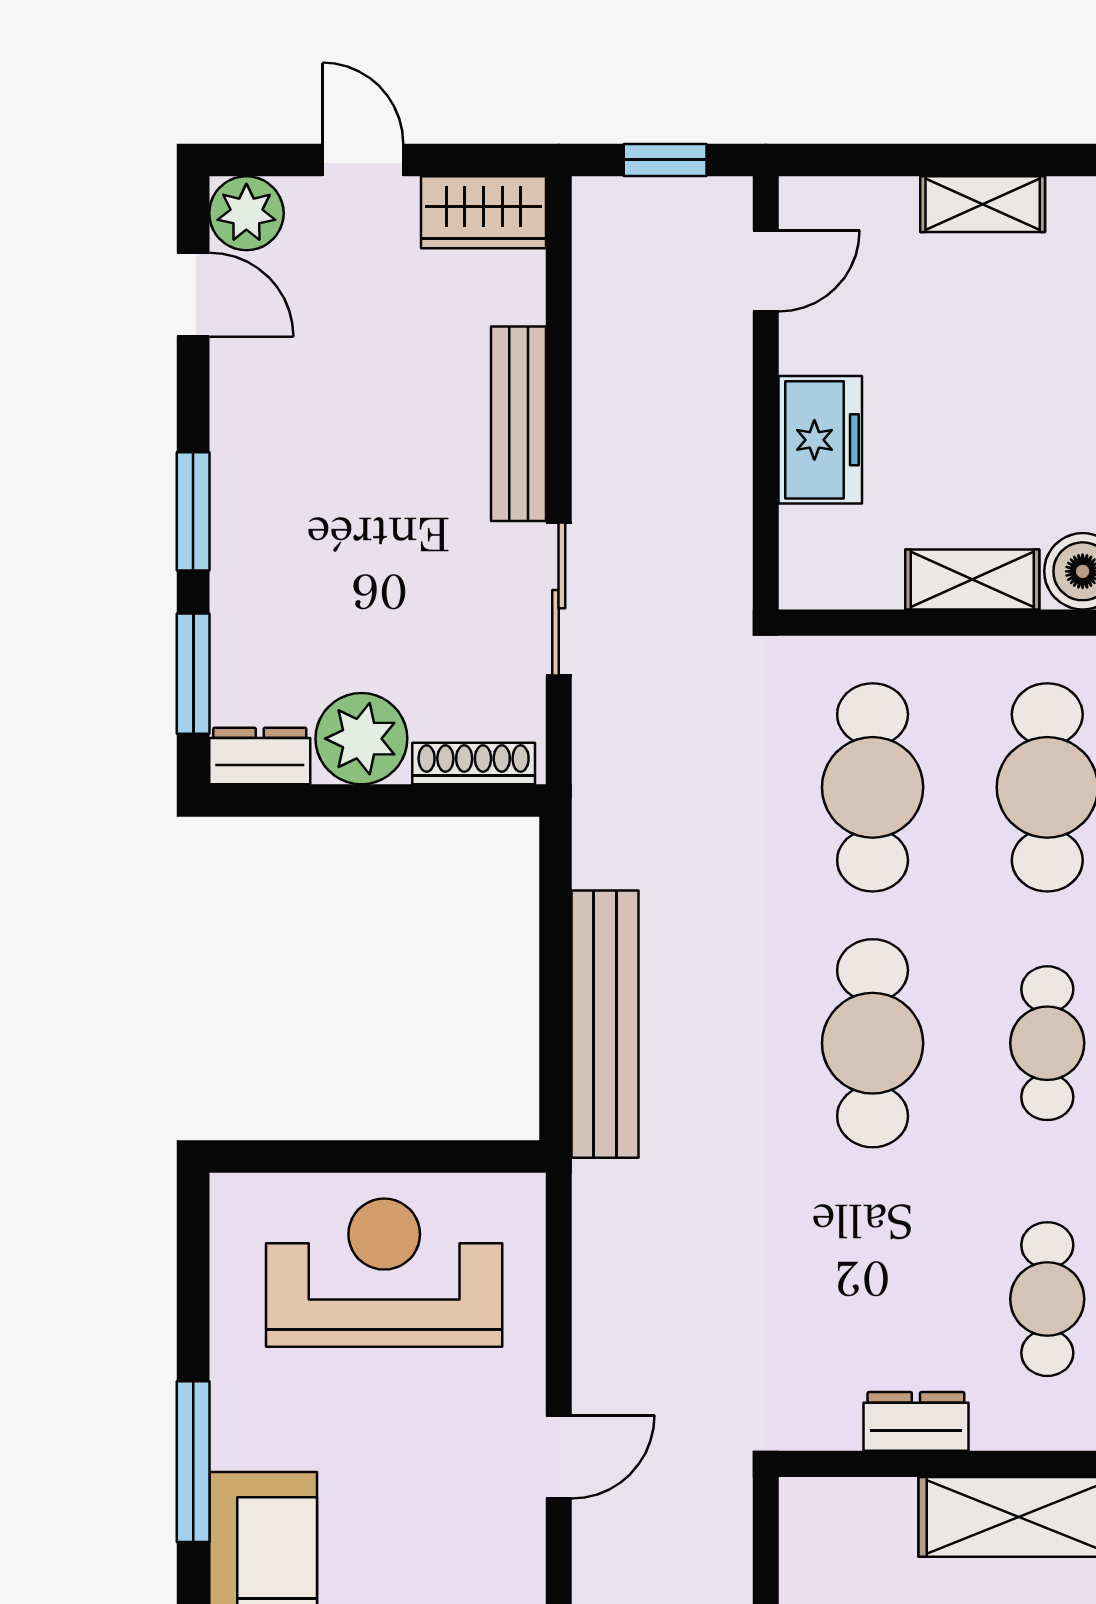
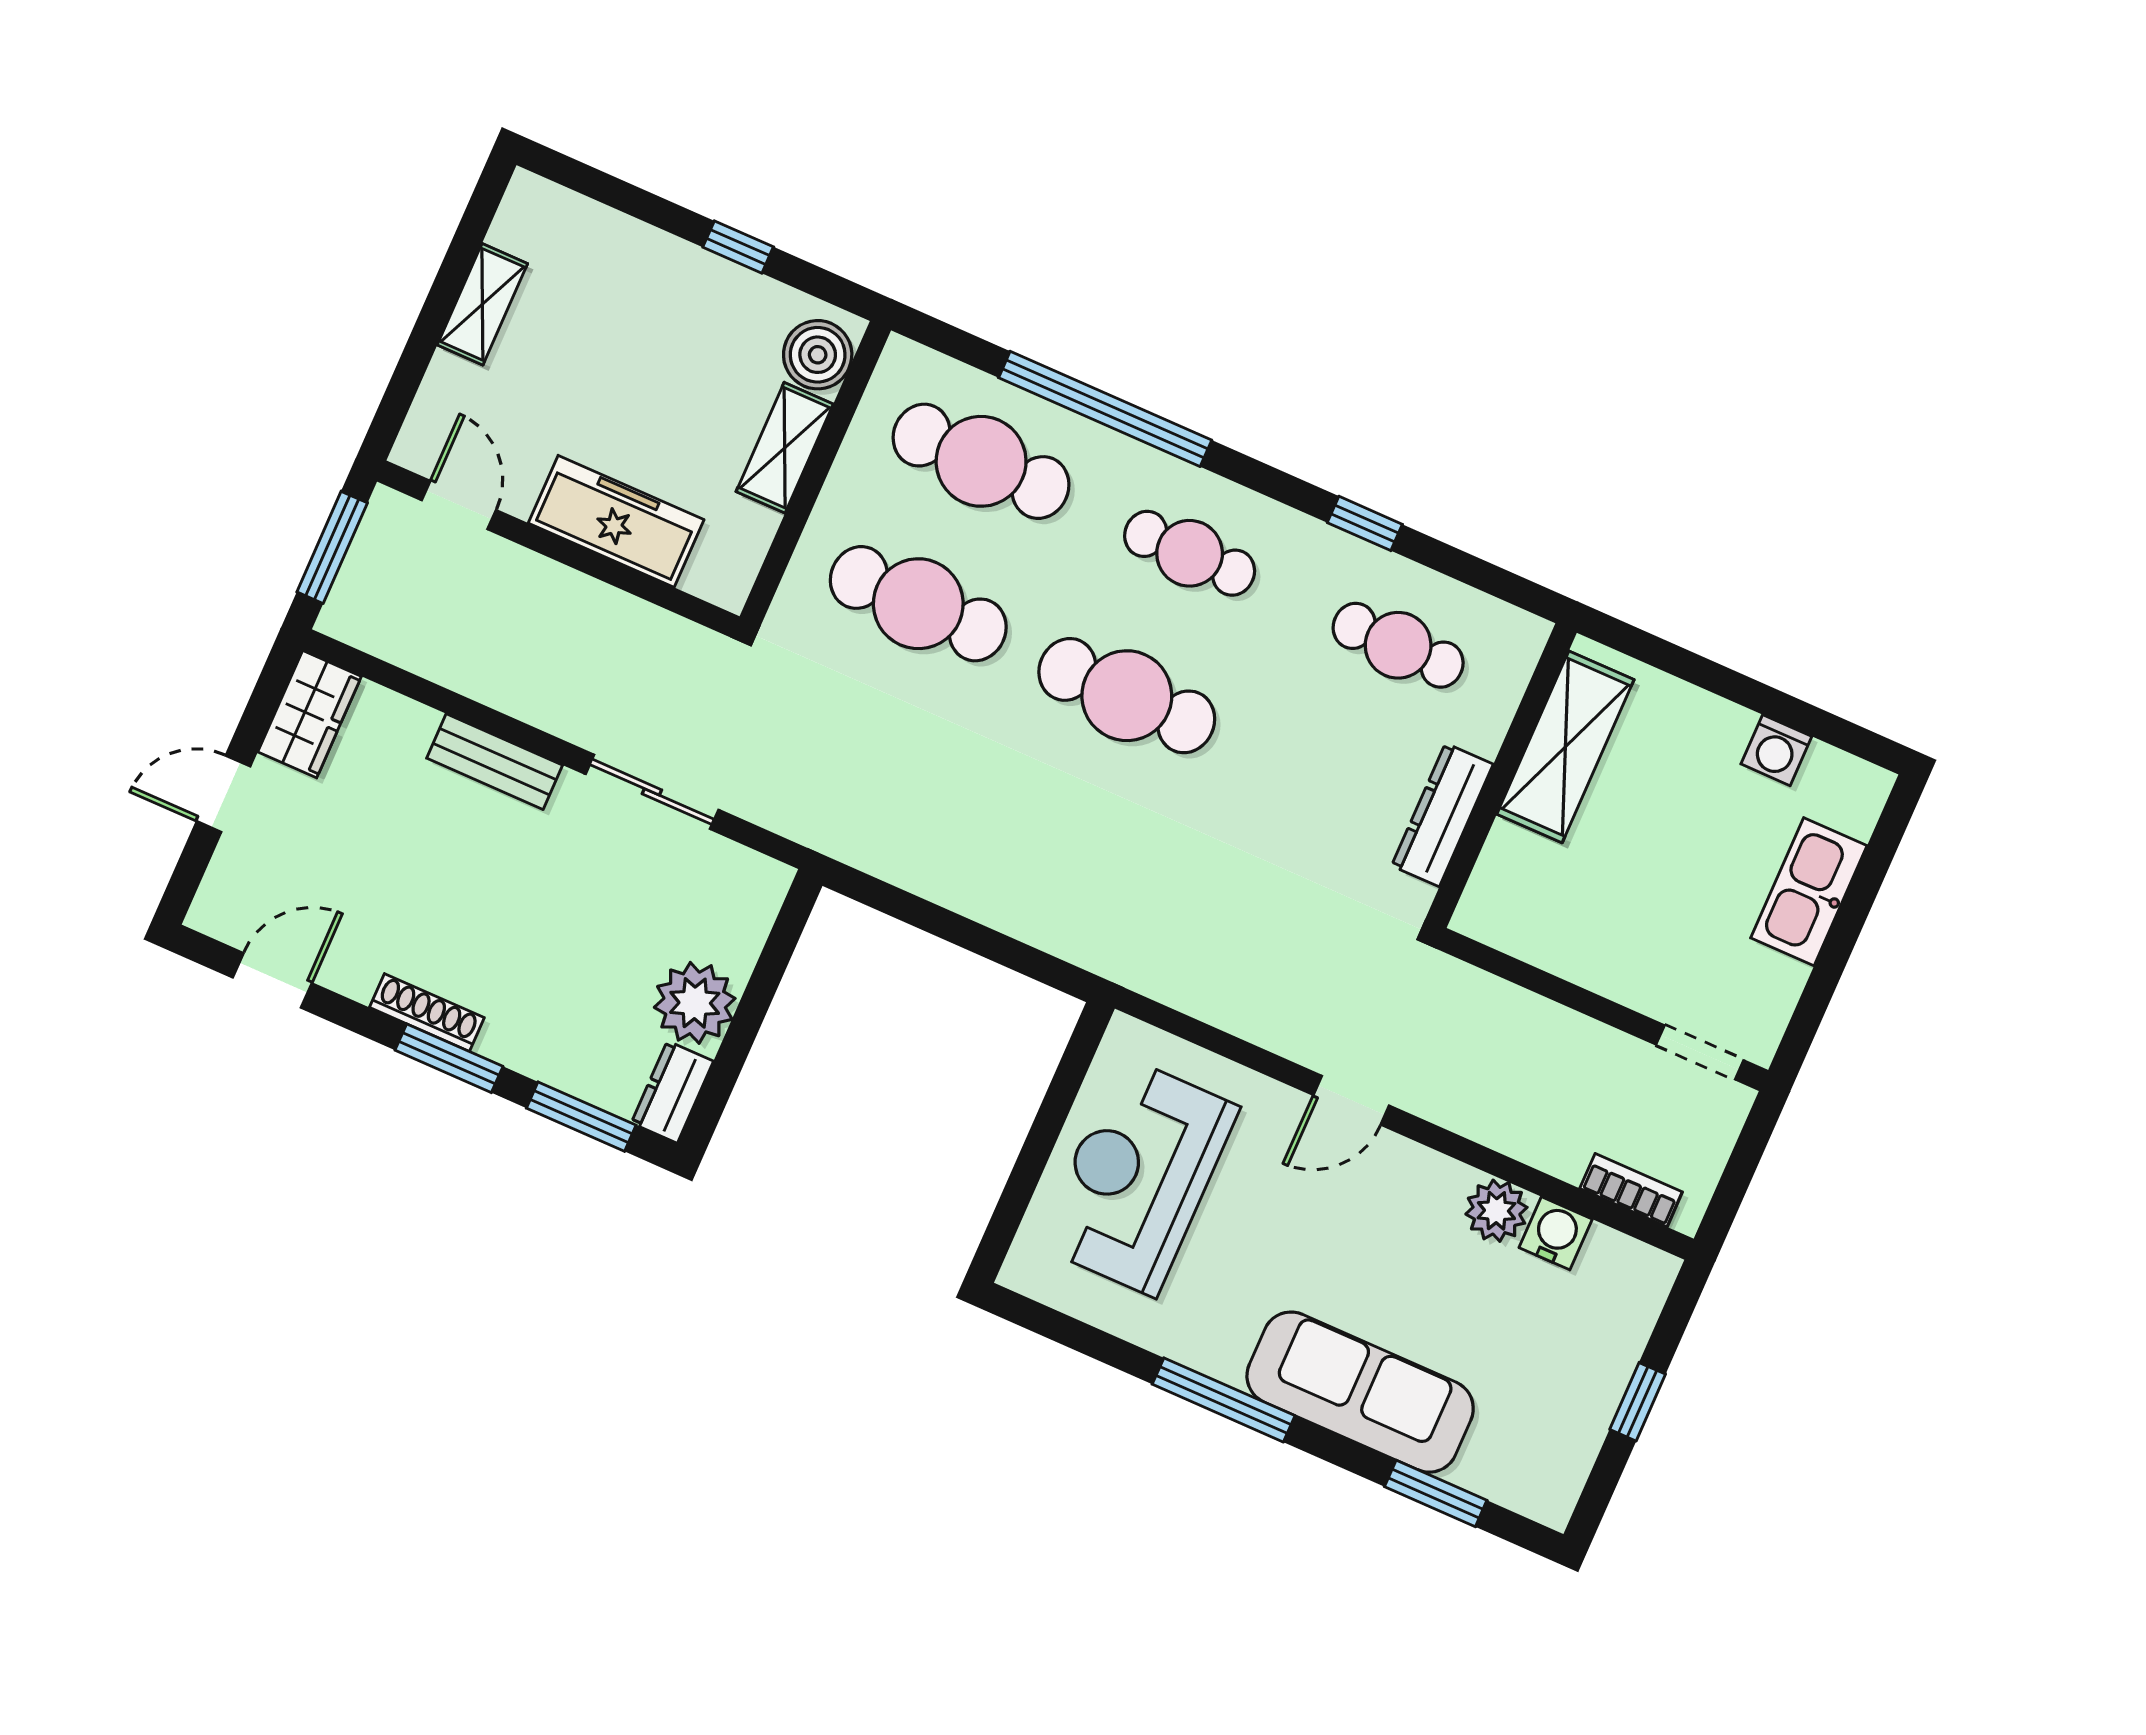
window: (665, 160) -> (332, 547), width x1.50
plant: (246, 213) -> (225, 908), removed
bench: (519, 424) -> (495, 762), width x0.73
freezer: (820, 440) -> (616, 521), width x1.40
shoe rack: (474, 764) -> (427, 1013), moved, turned 90
bench: (605, 1024) -> (1015, 907), removed
dresser: (916, 1421) -> (1442, 815), width x1.44
door: (559, 1457) -> (1351, 1100), swing flipped

